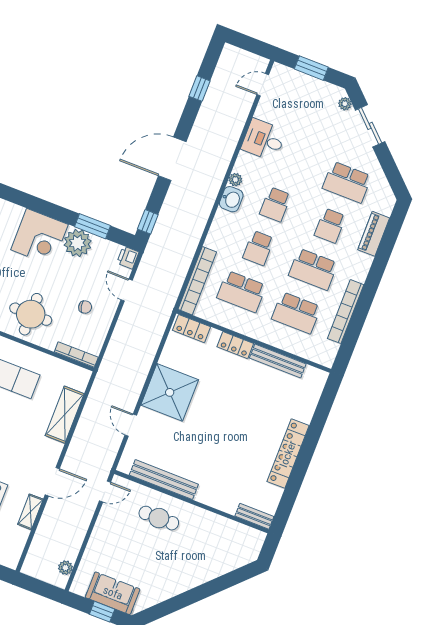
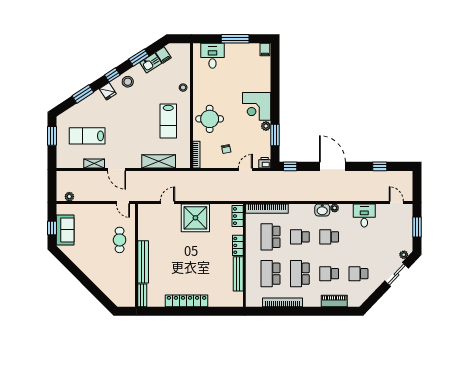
school desk: (347, 182) -> (358, 274), width x0.54
plant: (78, 243) -> (266, 126), width x0.53, depth x0.53
bench: (164, 480) -> (143, 262), moved

